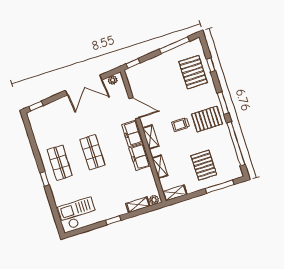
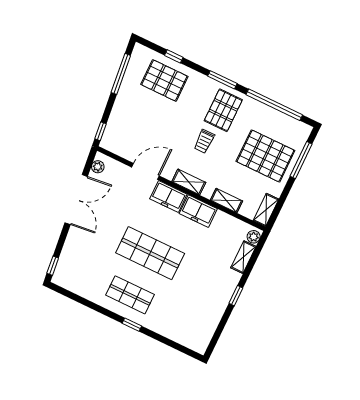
shop shelf: (92, 152) -> (150, 253), width x1.43, depth x1.36
pallet: (204, 165) -> (265, 156), width x1.37, depth x1.41
checkout: (78, 214) -> (197, 324), removed

